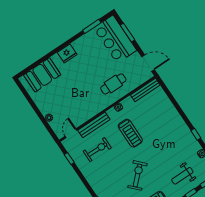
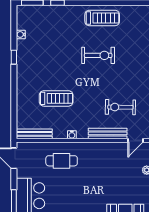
treadmill: (130, 133) -> (56, 98), moved, turned 90
exercise bike: (137, 175) -> (98, 55), turned -136
weight bench: (182, 176) -> (54, 26), removed

